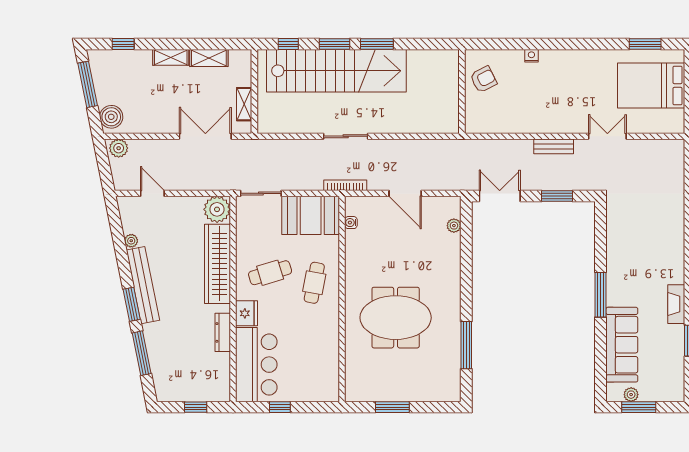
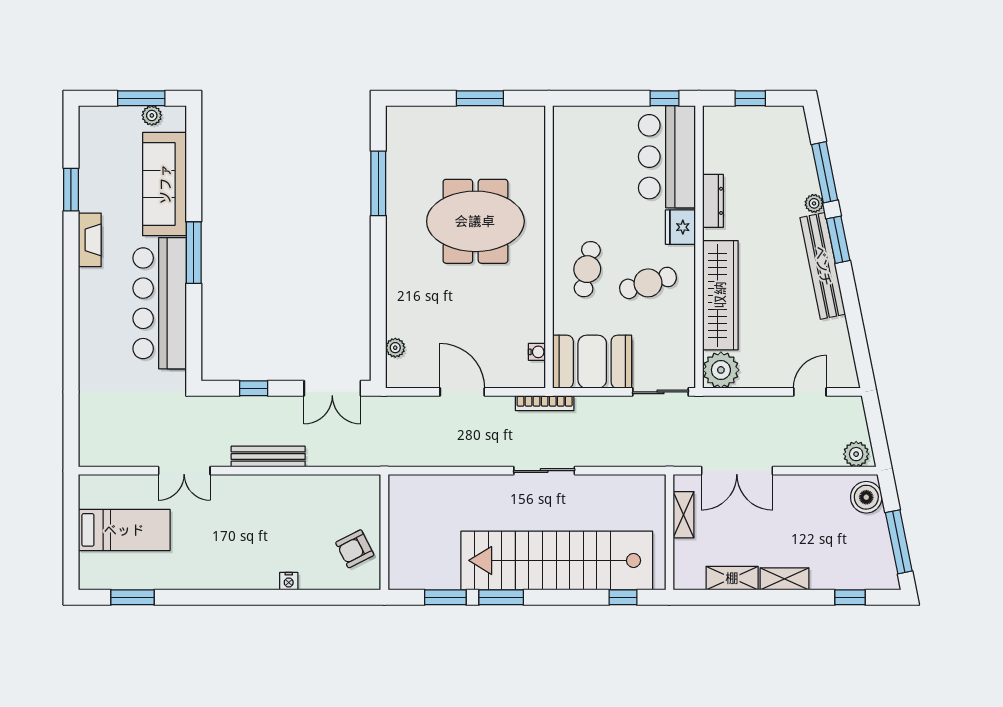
window: (334, 44) -> (445, 597), moved
bed: (651, 85) -> (124, 530), width x0.67
bench: (554, 146) -> (268, 457), width x1.36
door: (152, 193) -> (810, 392), swing flipped
window: (557, 196) -> (254, 388), width x0.67
plant: (131, 241) -> (814, 203), moved
bar counter: (625, 258) -> (160, 303), added
window: (280, 407) -> (664, 98), moved

